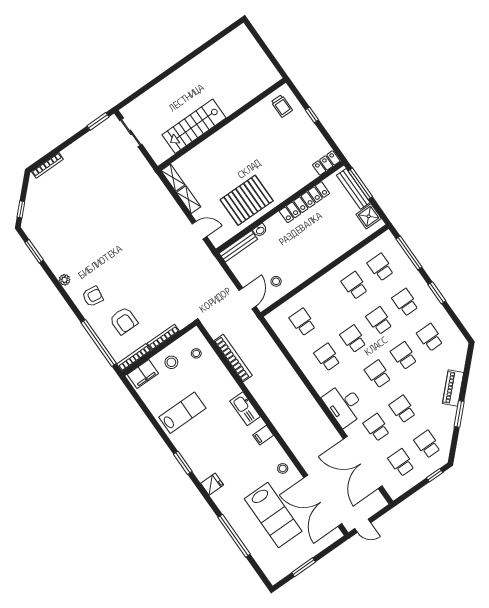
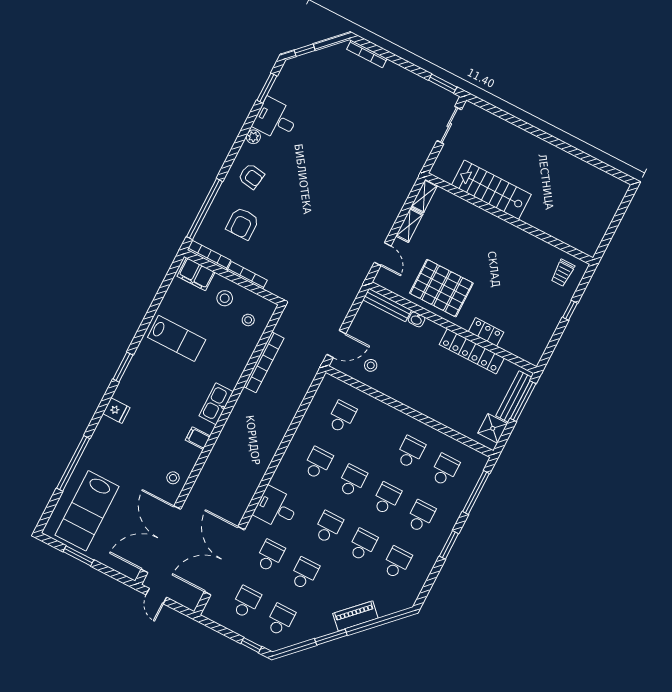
locker: (326, 163) -> (486, 332), moved
desk: (60, 257) -> (276, 119), added
desk: (344, 405) -> (276, 508), width x0.73
lab bench: (273, 515) -> (87, 511), moved

